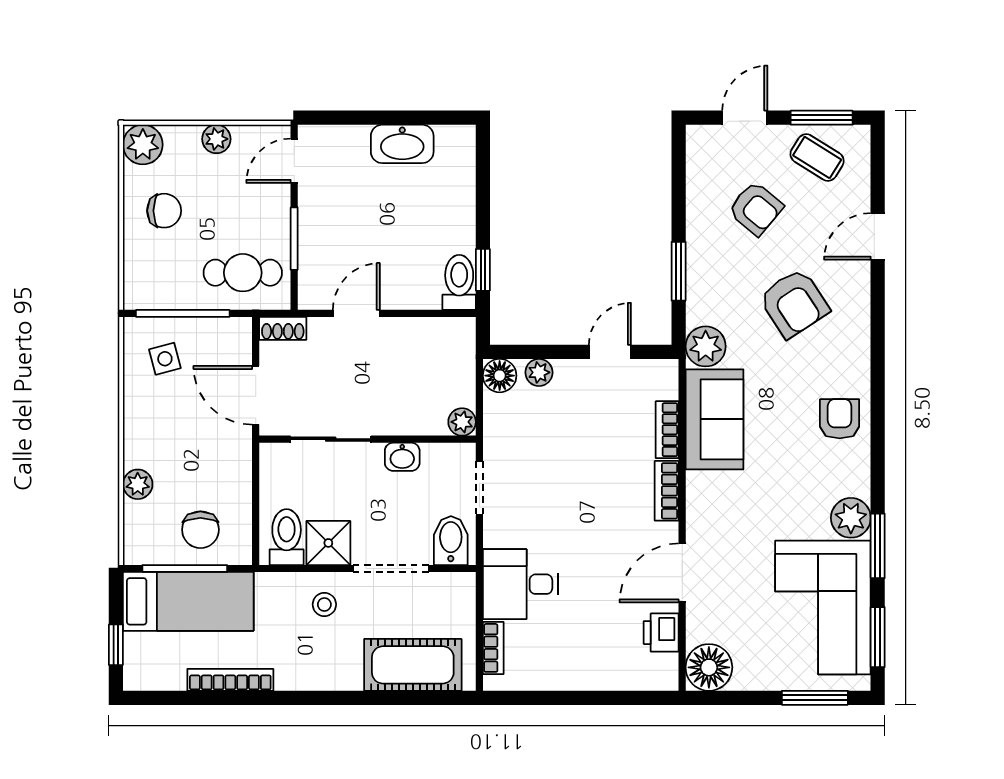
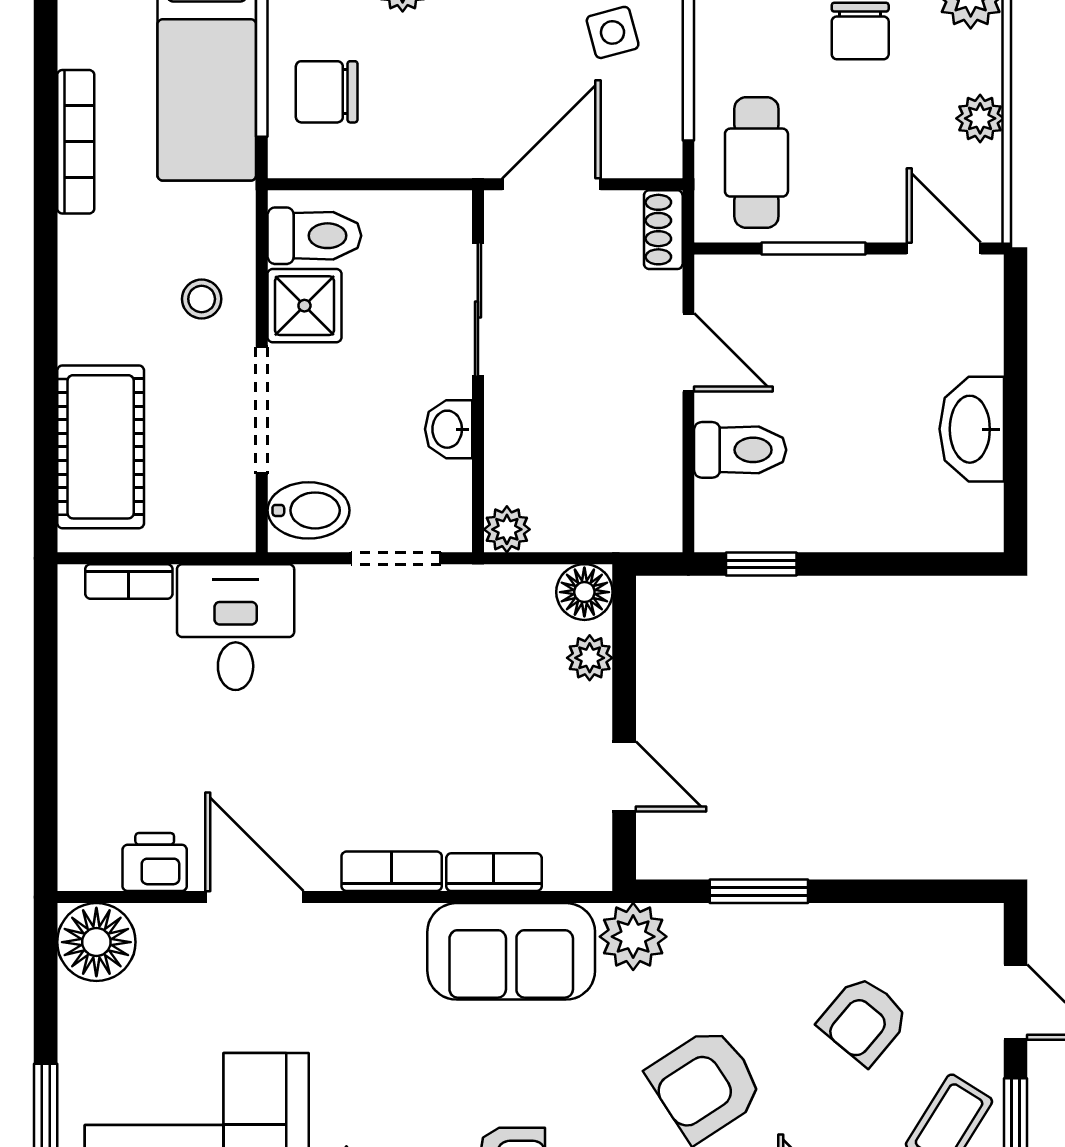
toilet: (459, 282) -> (740, 450), moved

